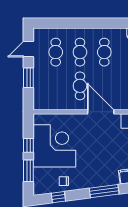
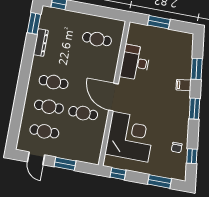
door: (101, 112) -> (113, 97), hinge flipped
window: (28, 145) -> (118, 174), moved
corner desk: (54, 146) -> (130, 137), moved, turned 90
window: (104, 191) -> (194, 109), width x0.69

